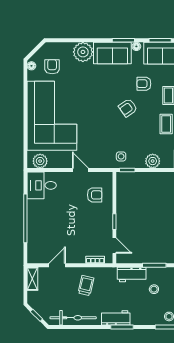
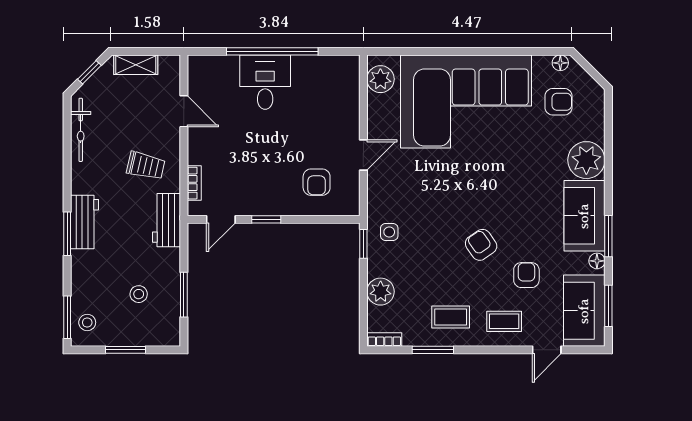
desk: (42, 185) -> (265, 82), moved
workbench: (132, 274) -> (166, 220), moved
shelving: (32, 279) -> (136, 65), moved
bicycle: (73, 318) -> (81, 130), width x0.73, depth x0.71

